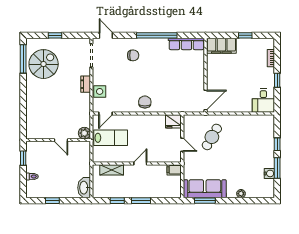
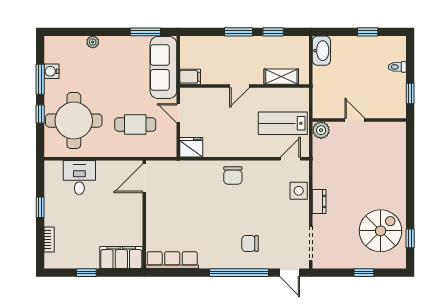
window: (157, 35) -> (239, 273), moved
window: (23, 59) -> (410, 238), width x0.46
spiral stairs: (44, 64) -> (381, 231), turned 180
desk: (263, 101) -> (79, 178), moved
cafe table: (212, 137) -> (135, 124), turned 60
round table: (254, 140) -> (74, 121), added
sofa: (205, 189) -> (163, 67), moved, turned 90

